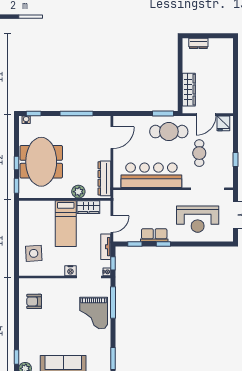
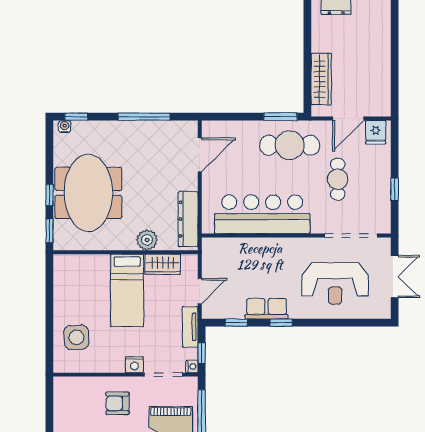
armchair: (34, 301) -> (117, 403), moved

